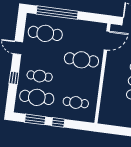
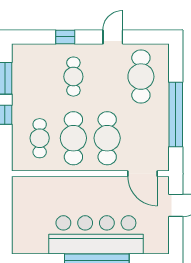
window: (57, 13) -> (176, 115), moved
cafe table: (37, 97) -> (73, 138), moved

